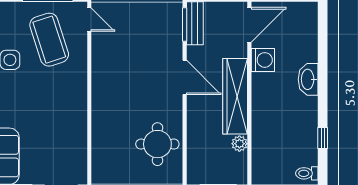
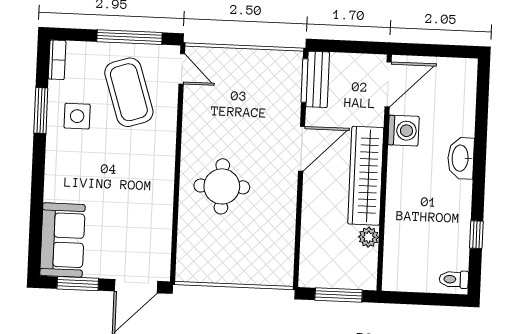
door: (185, 77) -> (302, 149), hinge flipped
round table: (157, 144) -> (222, 186), moved

